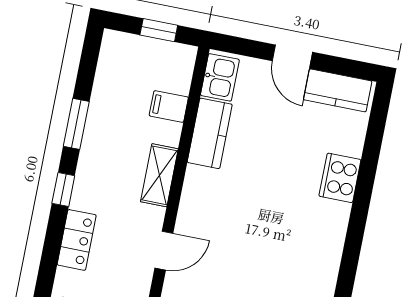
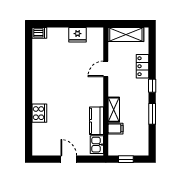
kitchen counter: (338, 90) -> (47, 149), removed
shelving: (159, 175) -> (114, 110), moved

